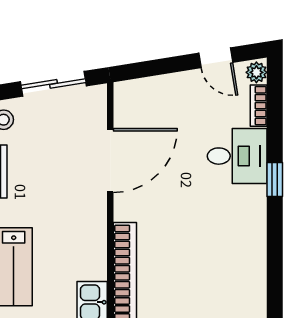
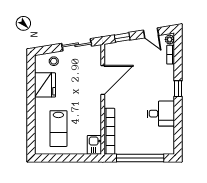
window: (153, 68) -> (122, 37), added
desk: (237, 156) -> (161, 114), moved

